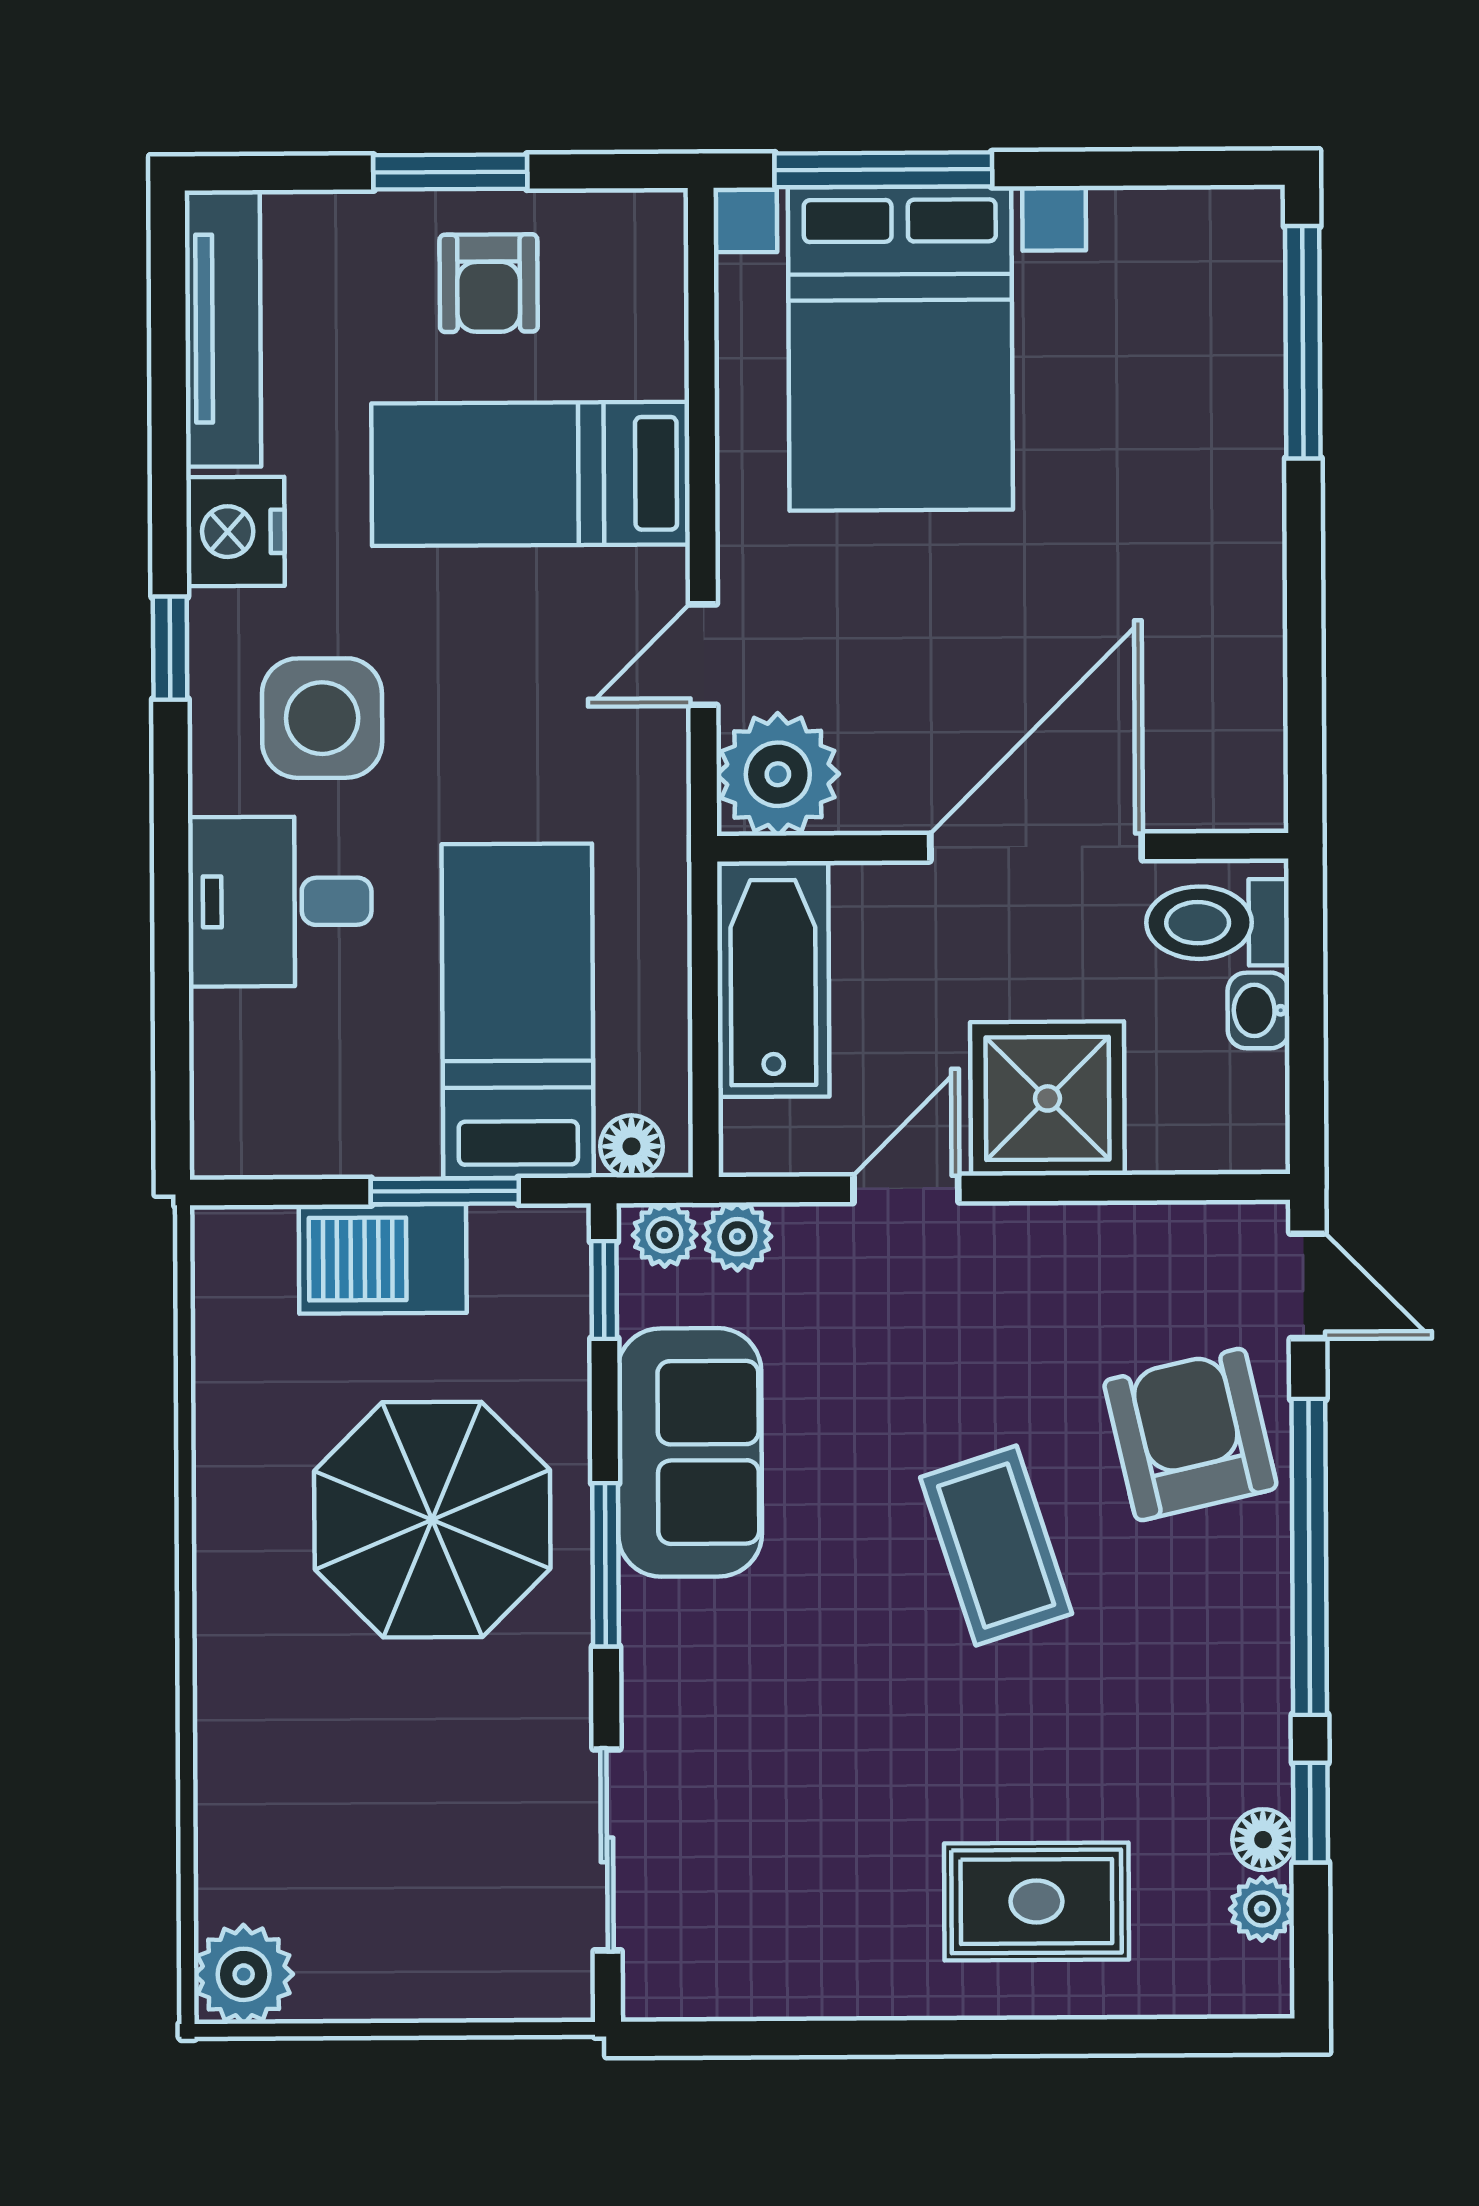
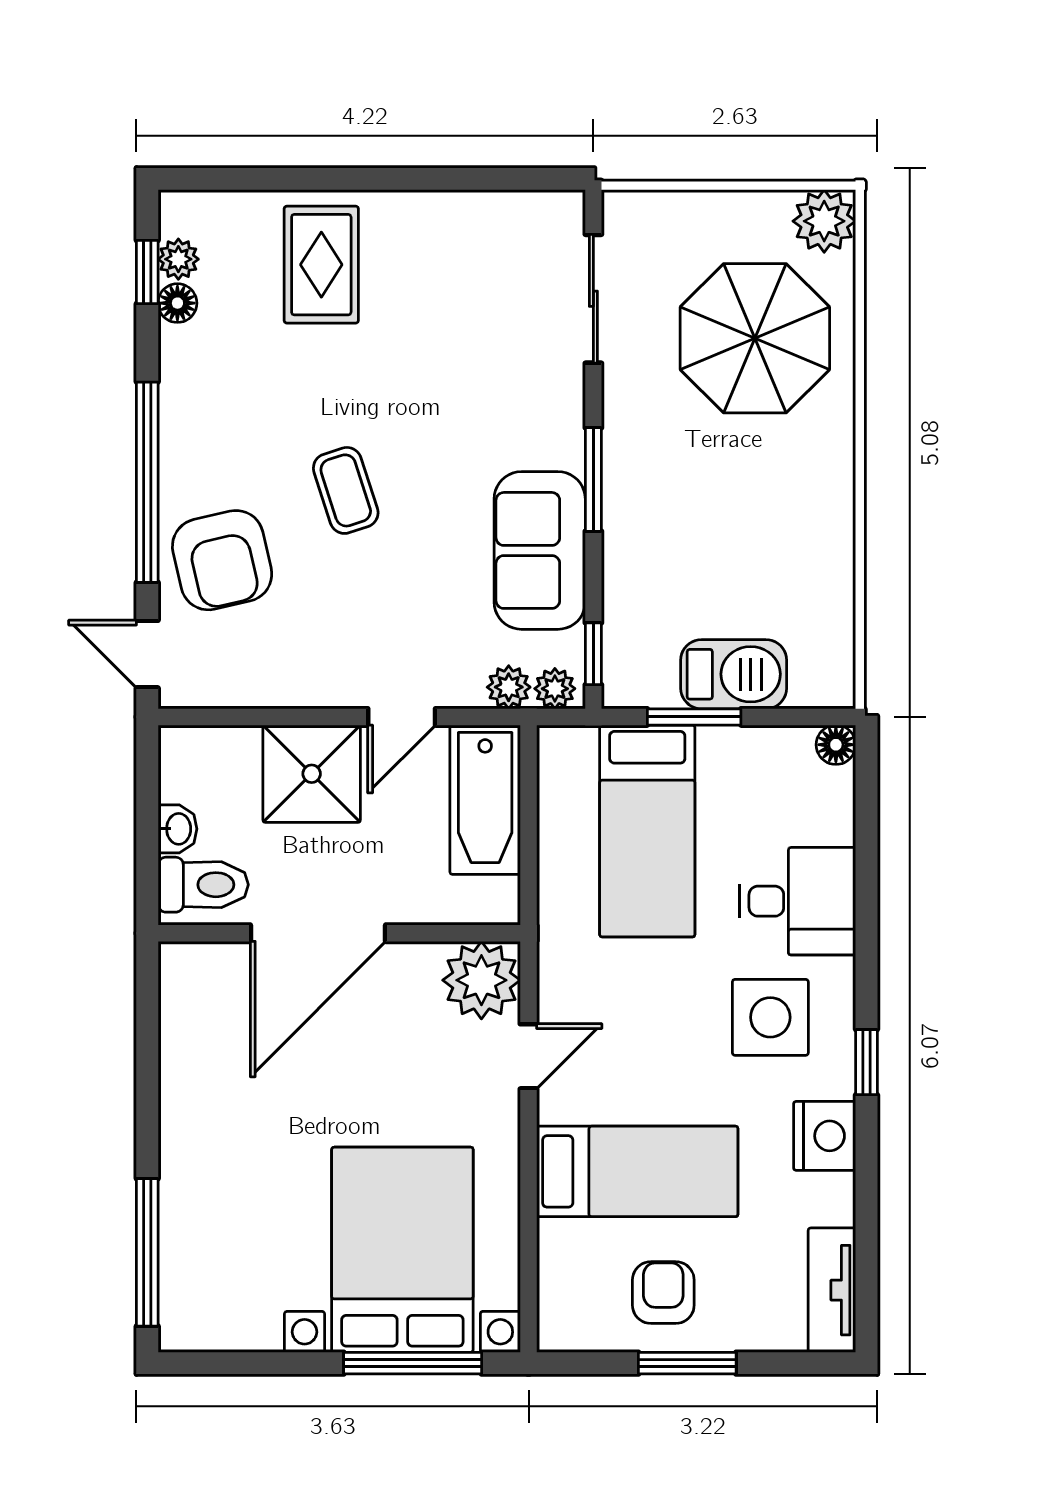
tv unit: (223, 328) -> (832, 1290), width x0.71
bathtub: (773, 979) -> (485, 800), moved
floor lamp: (631, 1146) -> (836, 745), moved
parasol: (432, 1520) -> (755, 338), moved
coffee table: (996, 1545) -> (346, 490), width x0.73, depth x0.77
window: (1310, 1813) -> (147, 272), moved
rug: (1036, 1901) -> (321, 265), turned 90

